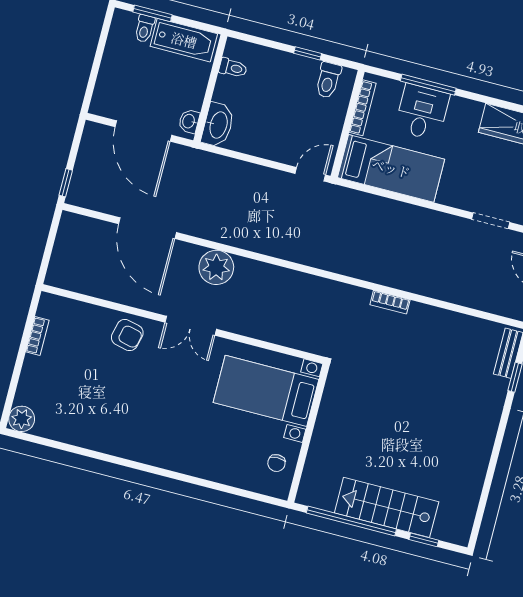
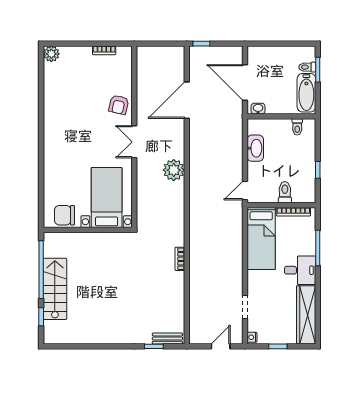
toilet: (328, 80) -> (285, 192), moved, turned 90
desk: (422, 112) -> (300, 270), moved
washbasin: (218, 125) -> (255, 148), moved, turned -90
door: (143, 131) -> (245, 82), hinge flipped
door: (310, 174) -> (245, 190), swing flipped
plant: (216, 267) -> (174, 170), moved
chair: (276, 463) -> (65, 215), width x1.87, depth x1.87

